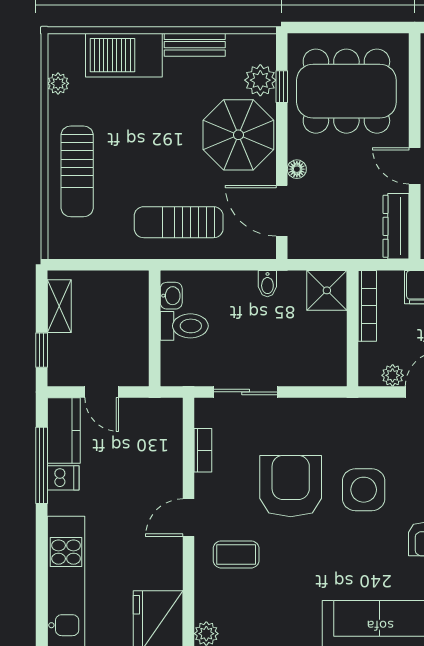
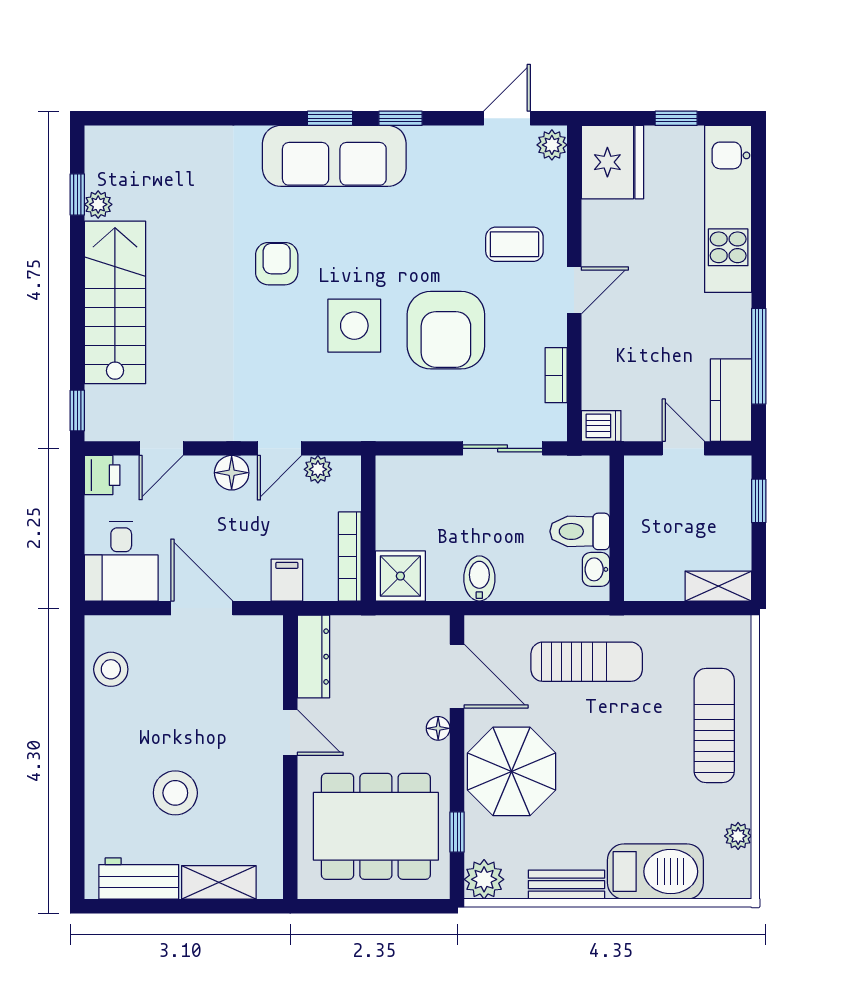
plant: (260, 80) -> (484, 879), moved
bidet: (267, 284) -> (479, 578), width x1.38, depth x1.36
shelving: (59, 306) -> (718, 586), moved, turned 90
dishwasher: (63, 478) -> (601, 426), moved, turned 180

